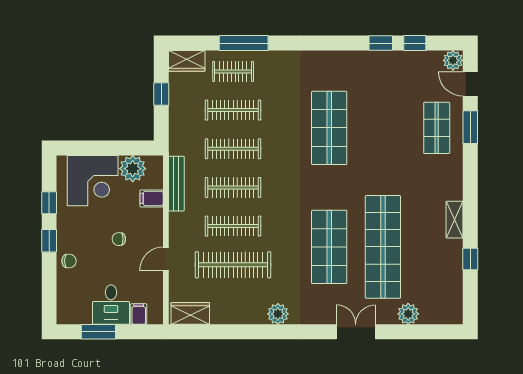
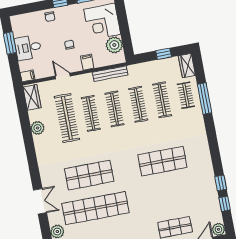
filing cabinet: (152, 198) -> (87, 62), moved
filing cabinet: (139, 314) -> (27, 76), moved
plant: (278, 314) -> (37, 128), moved

